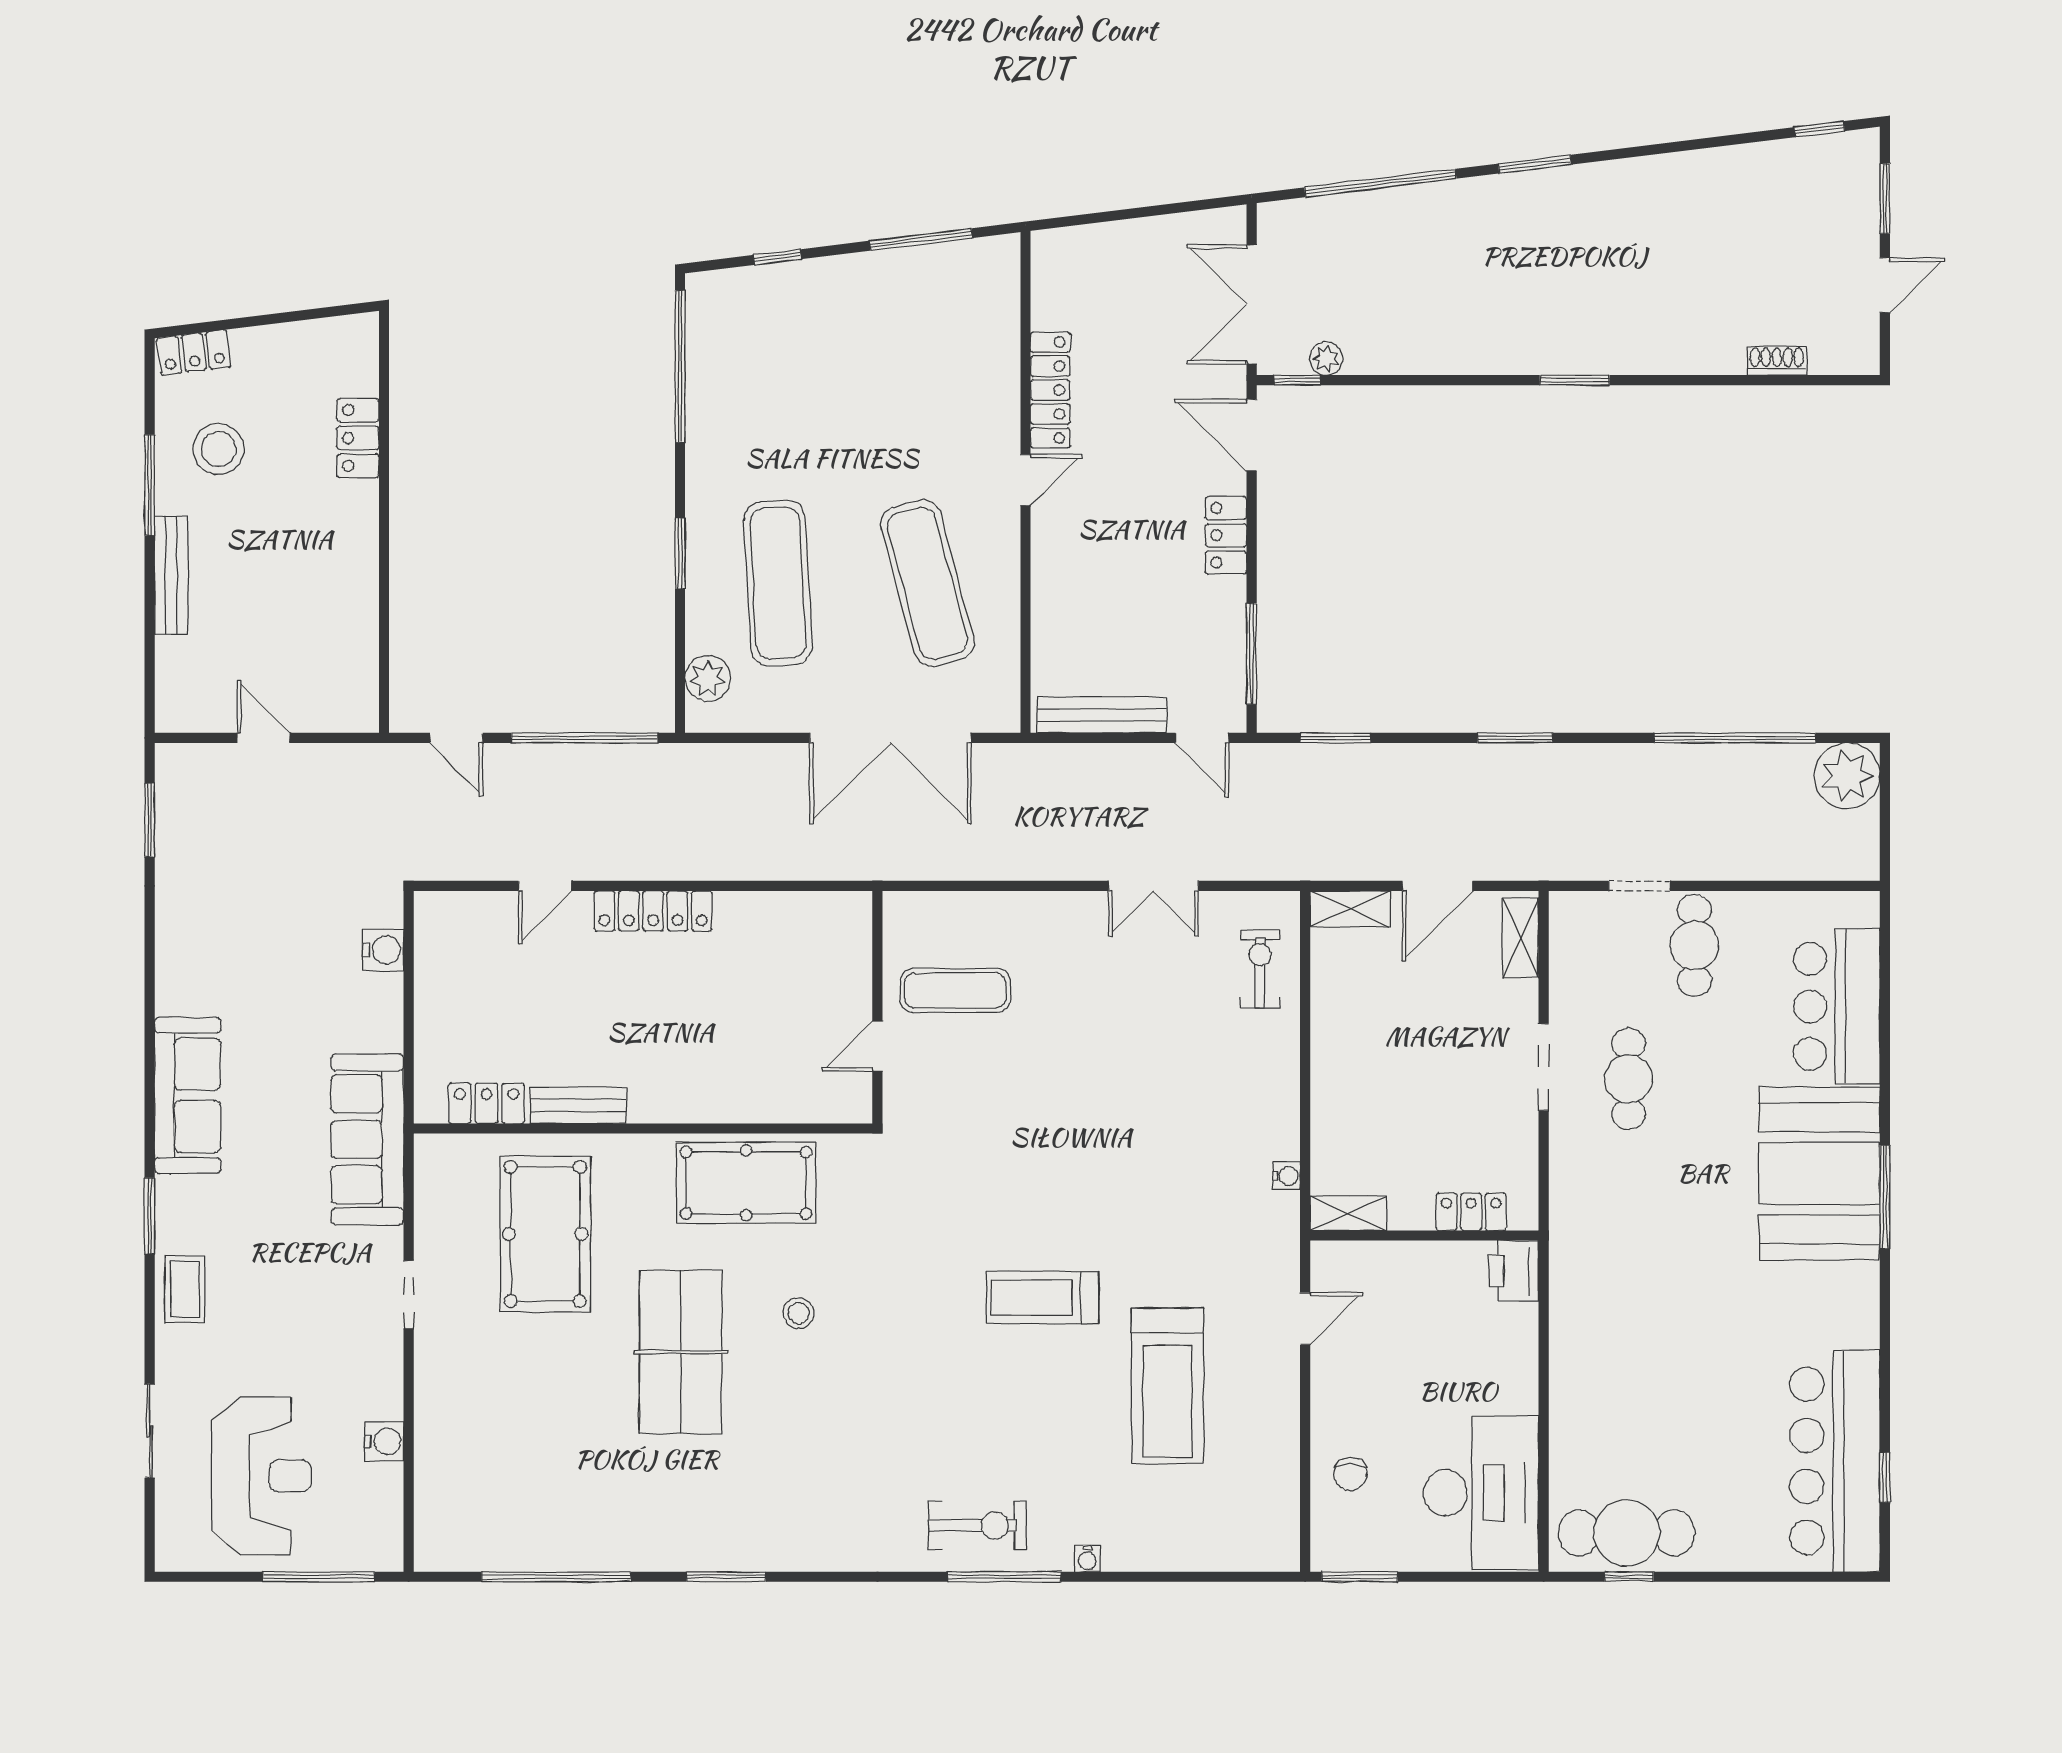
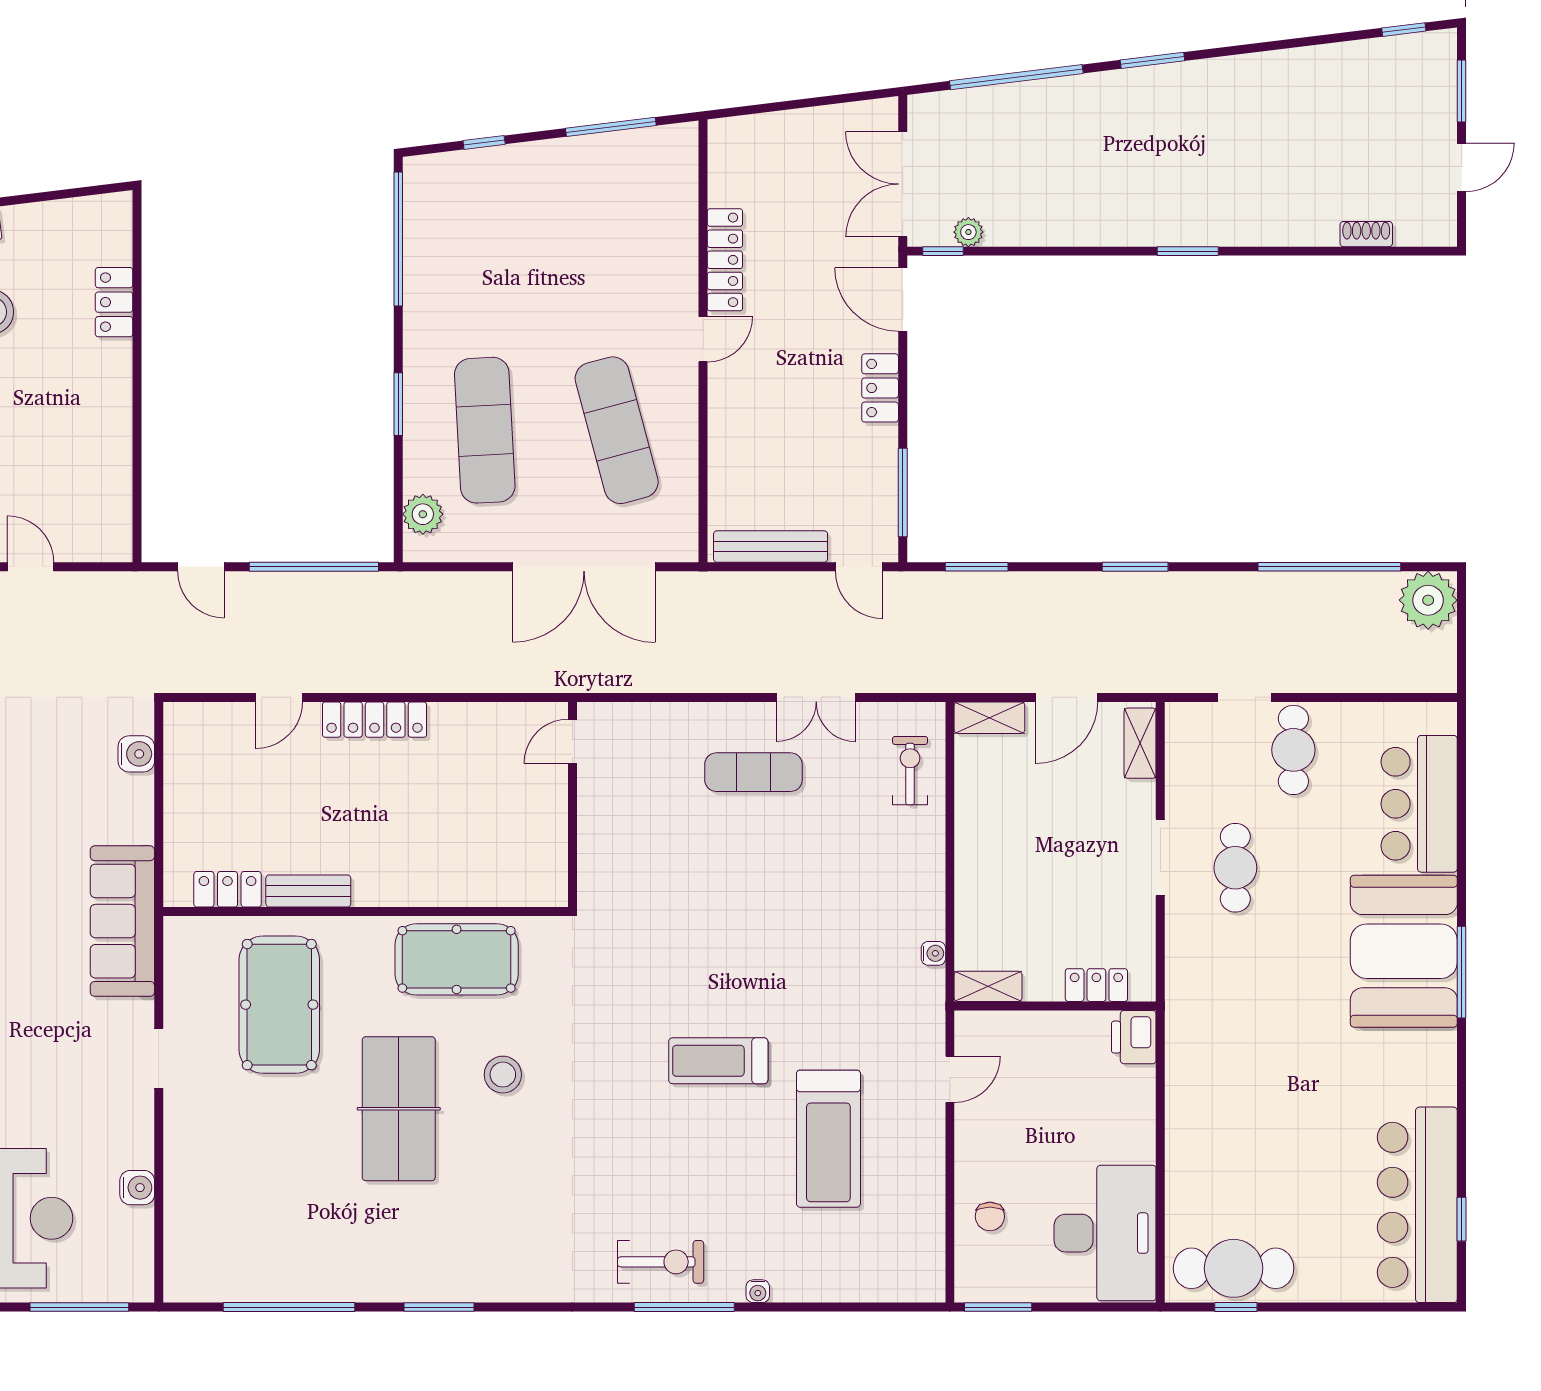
exercise mat: (955, 990) -> (753, 772), moved
door: (877, 1046) -> (572, 741), moved
stool: (799, 1313) -> (503, 1075), width x1.37, depth x1.37

